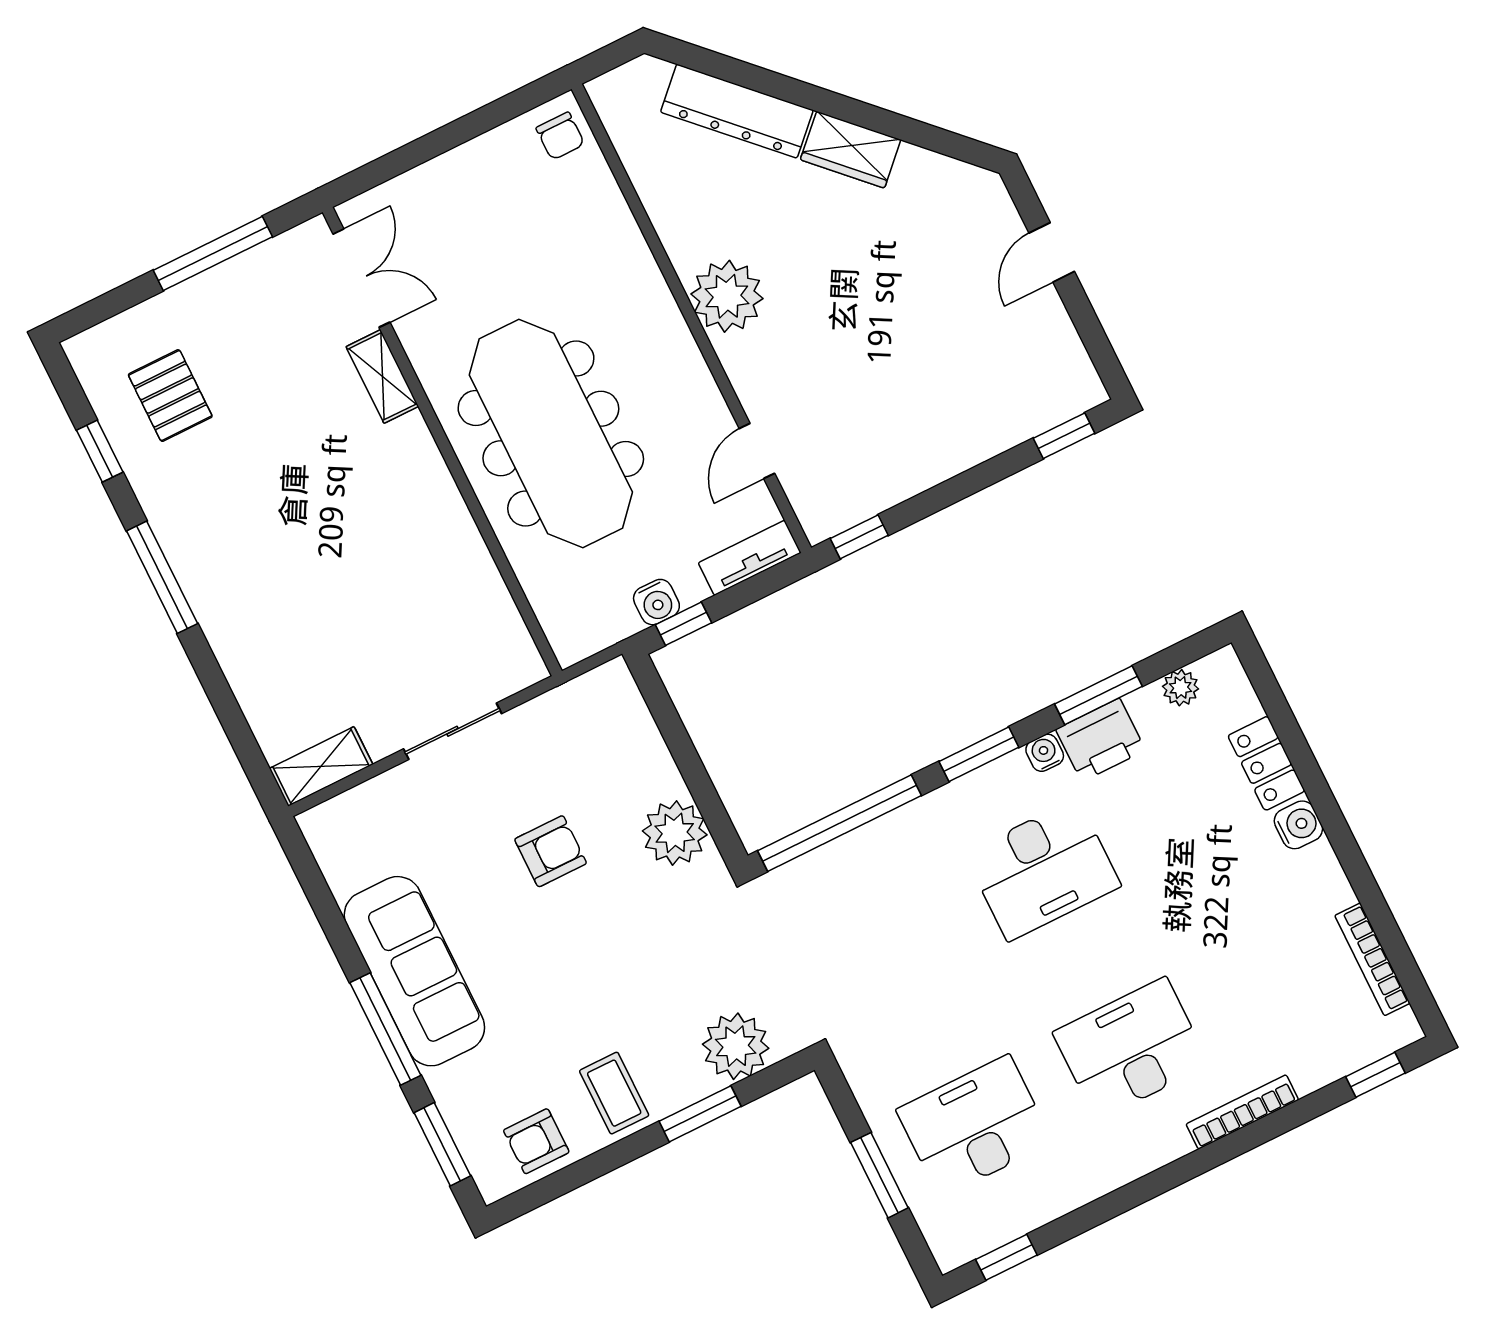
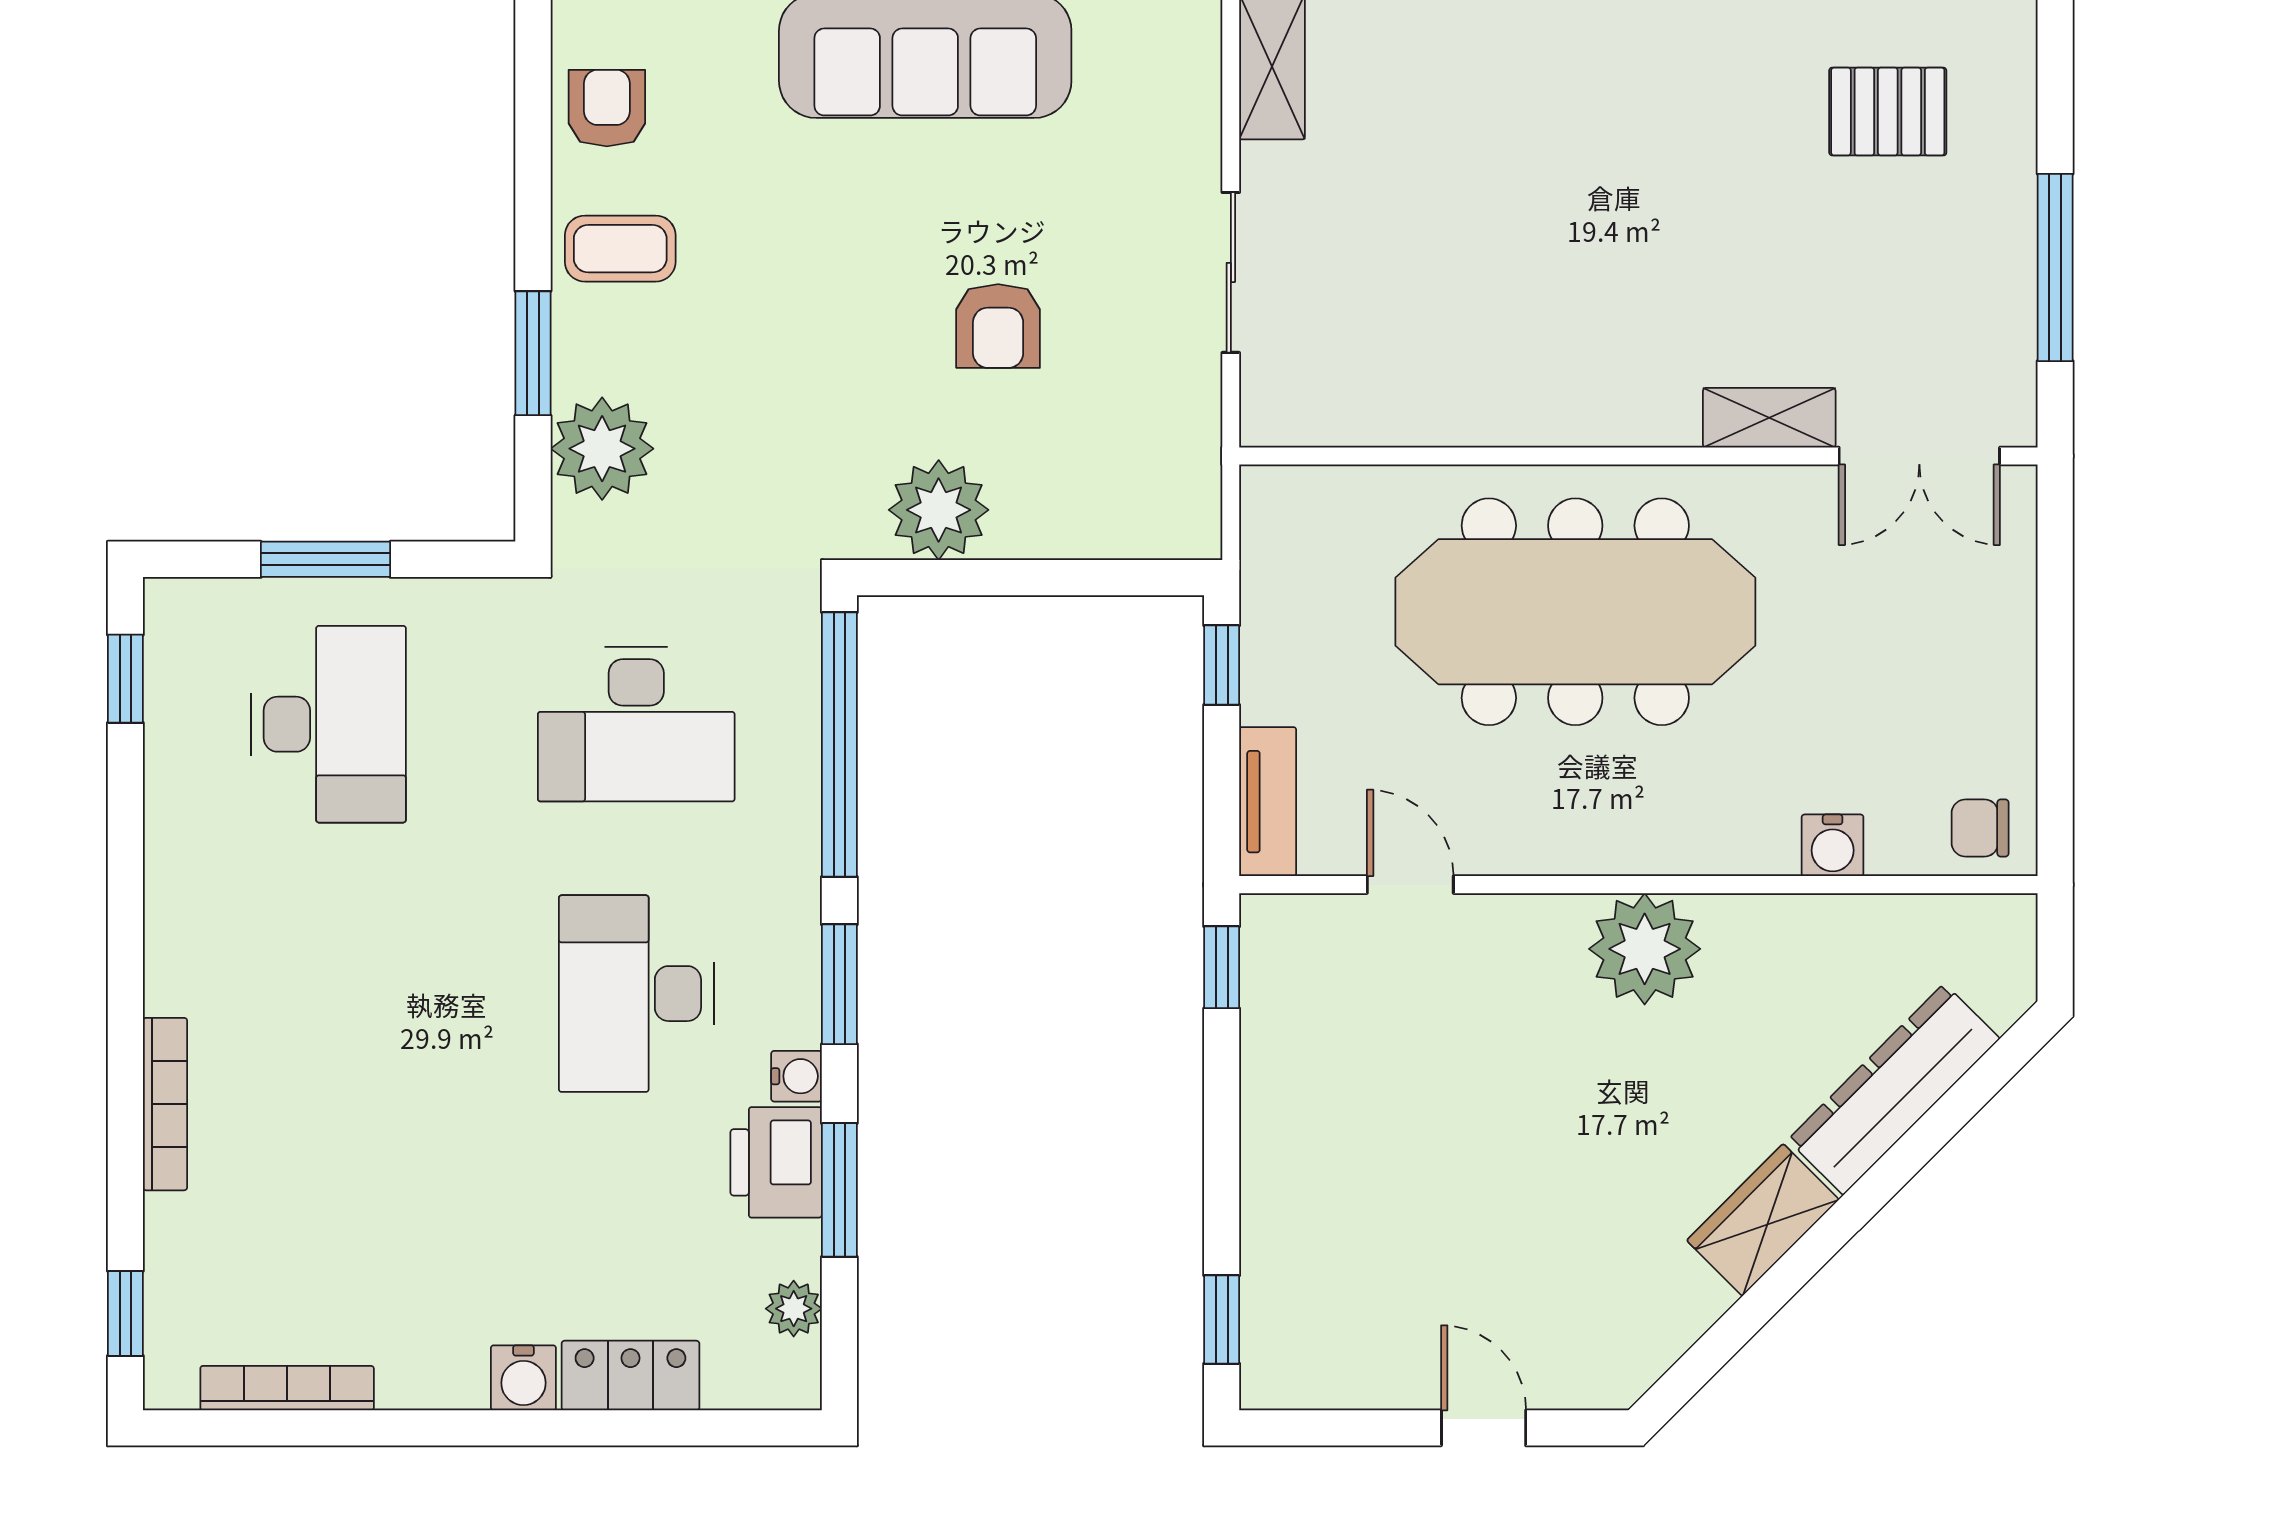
water cooler: (656, 602) -> (1833, 845), moved, turned -90
desk: (1131, 1049) -> (636, 724), moved, turned 90

